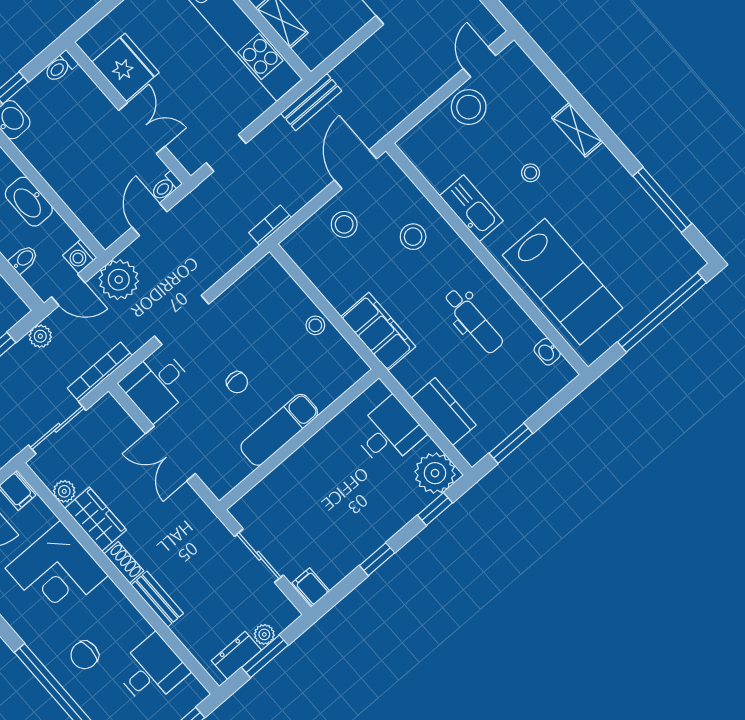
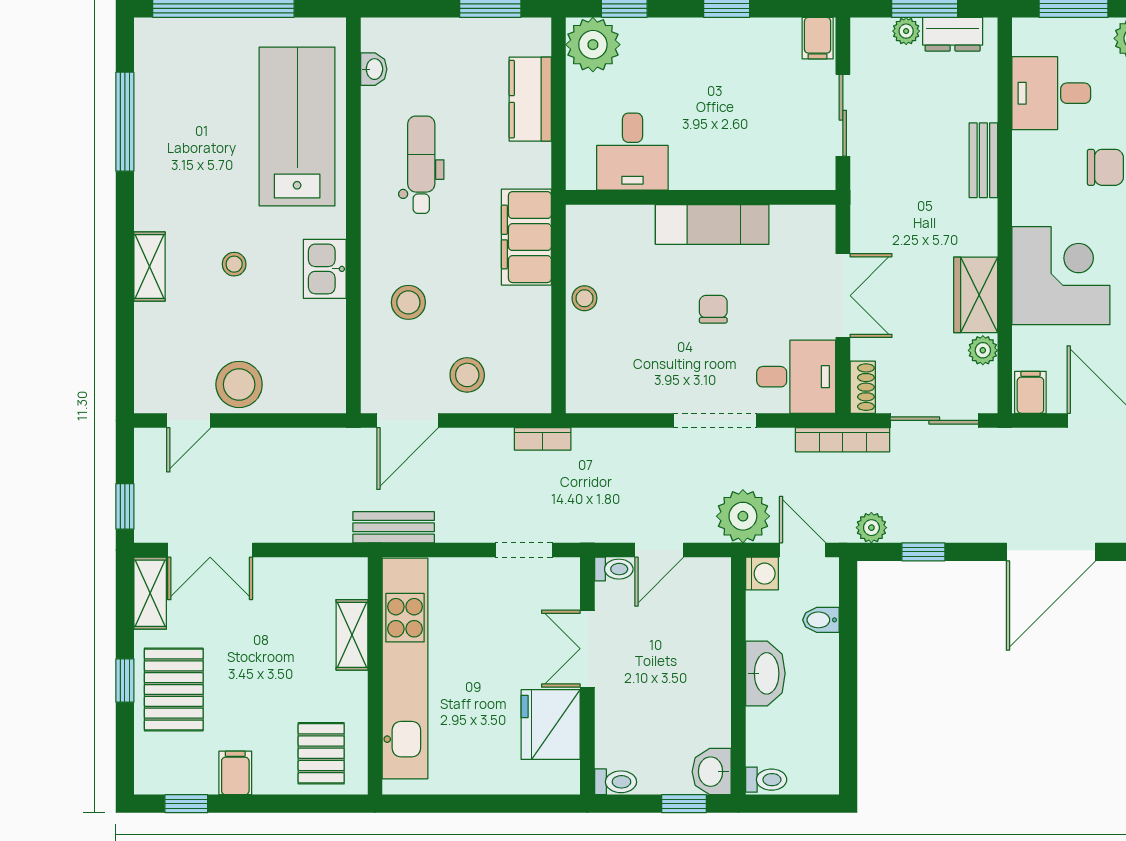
kitchen sink: (471, 208) -> (325, 269), width x0.73
desk: (389, 433) -> (632, 152), moved, turned -90
shoe rack: (124, 562) -> (863, 387), moved, turned 180

